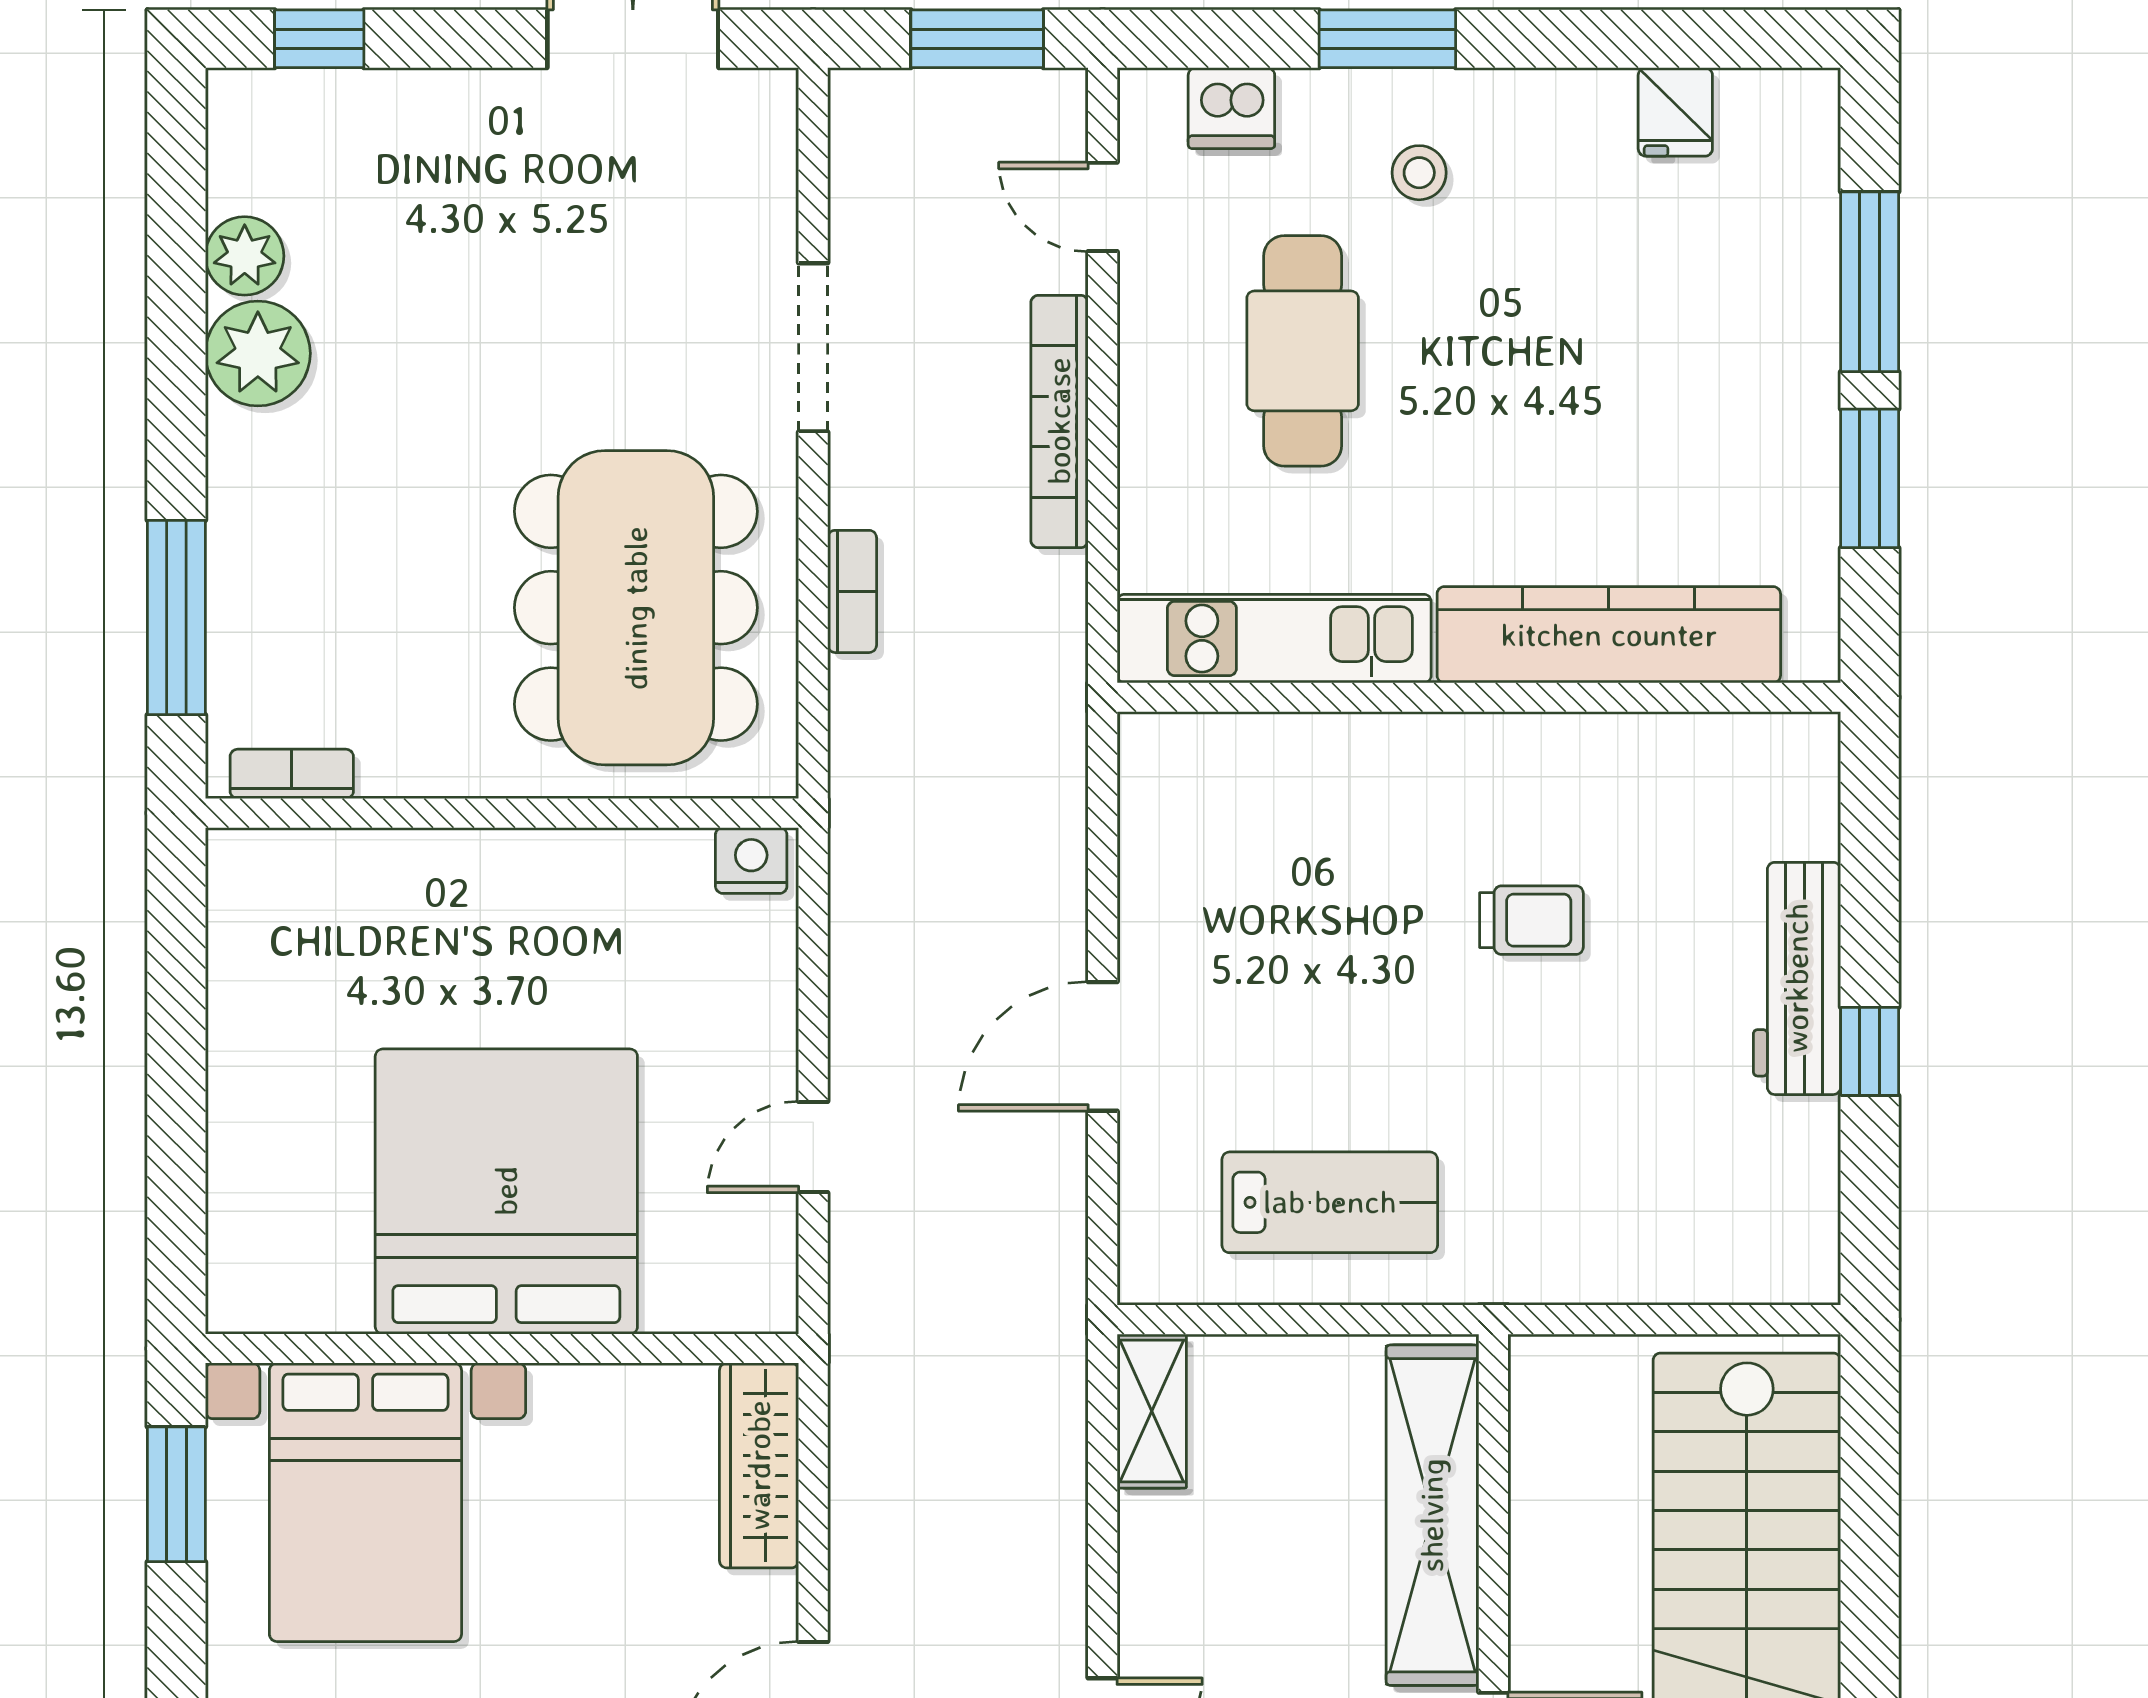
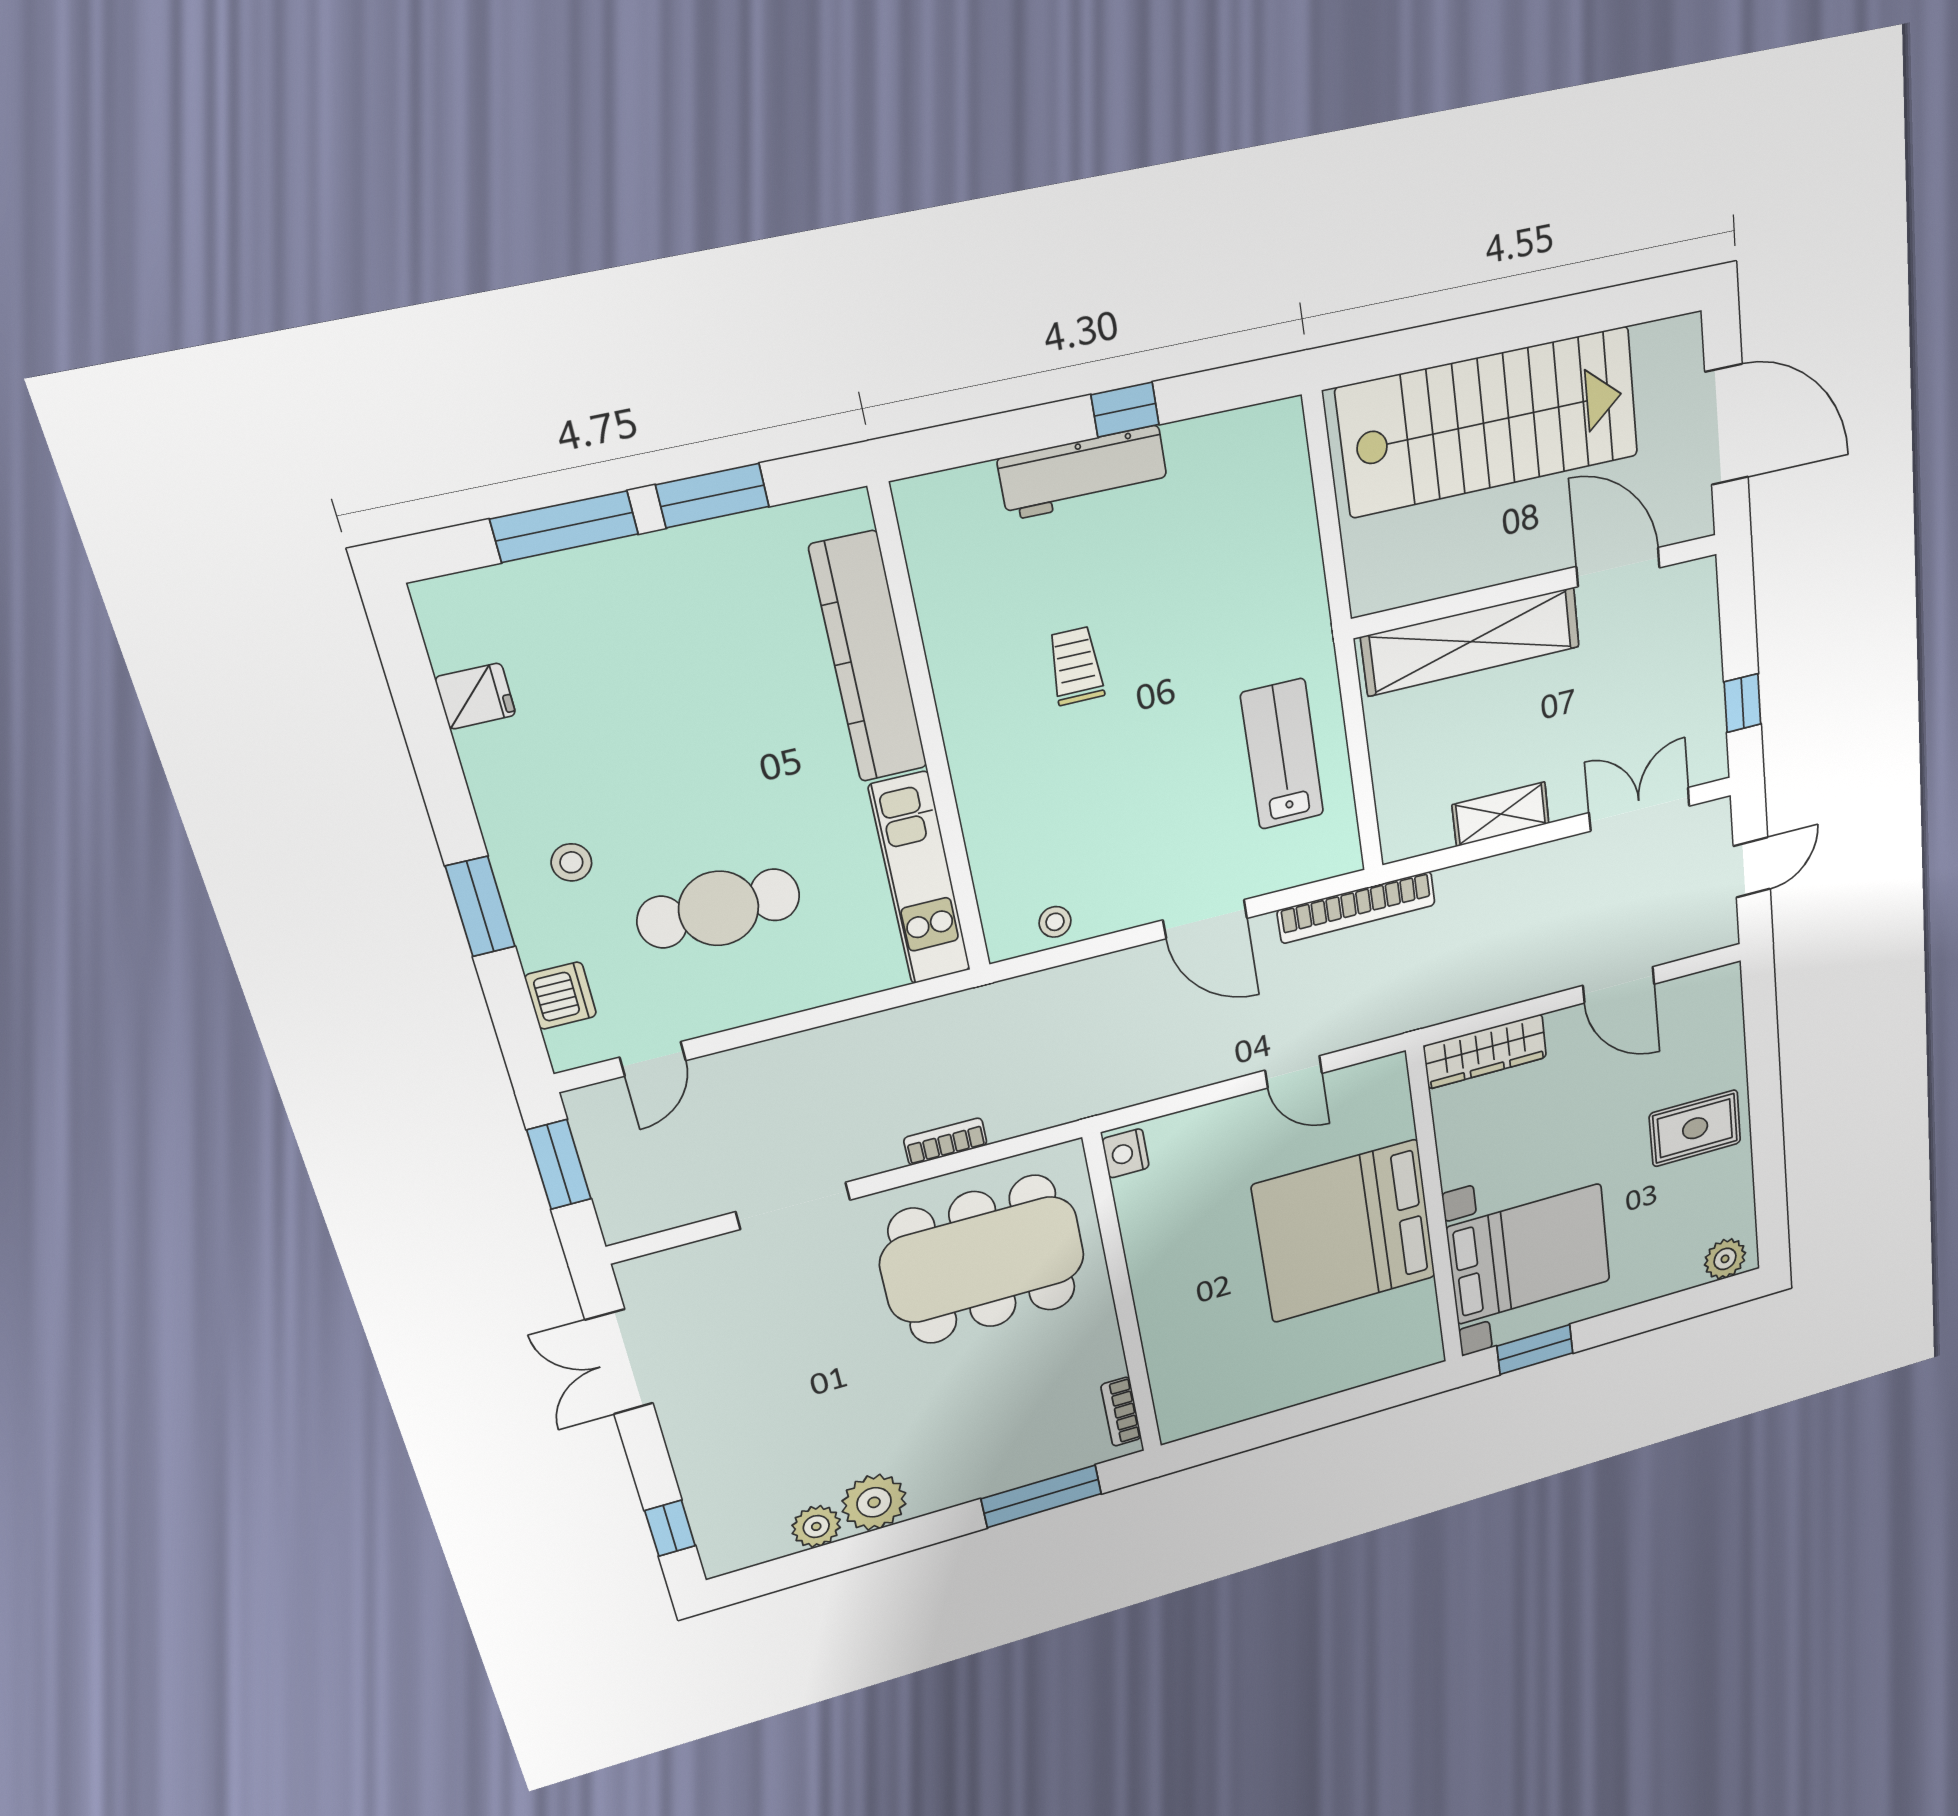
bookcase: (1059, 421) -> (1356, 907), moved
stool: (1158, 821) -> (1055, 922), added
shelving: (1152, 1411) -> (1501, 814), moved

